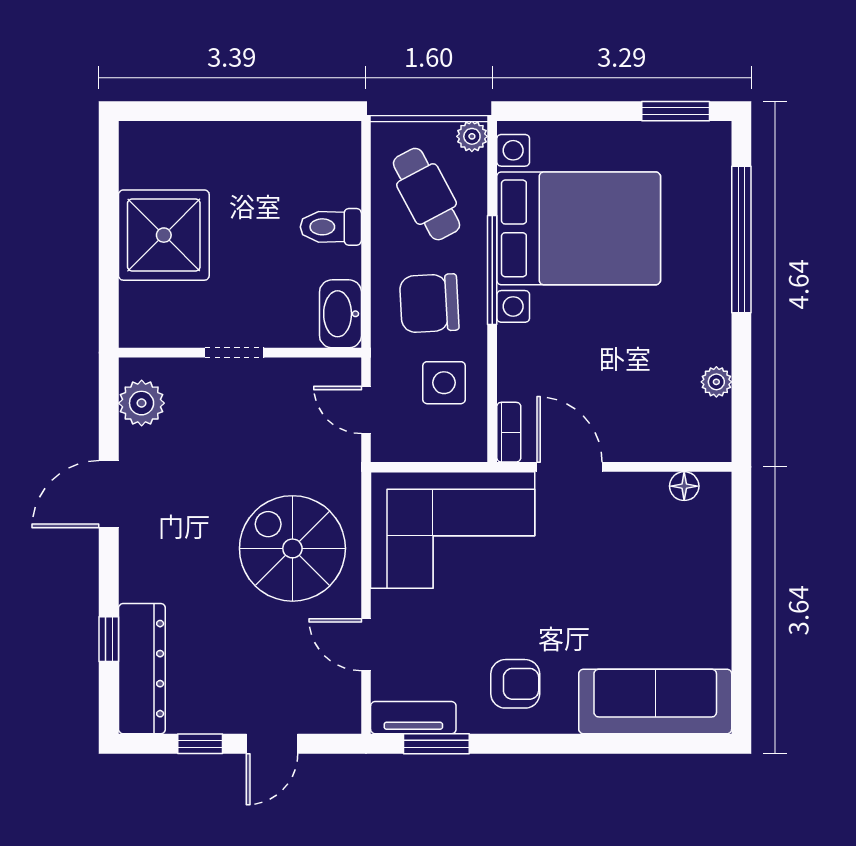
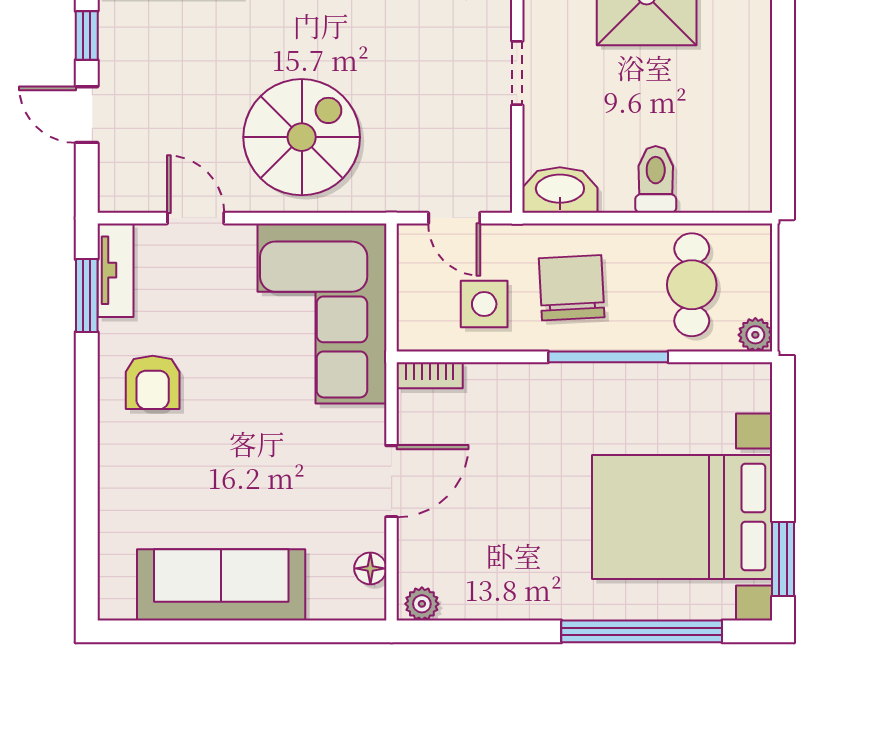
cafe table: (427, 194) -> (692, 285), turned -62
bed with nightstands: (579, 228) -> (682, 517), moved, turned 90
plant: (716, 382) -> (422, 604), moved
door: (366, 410) -> (454, 218), swing flipped
door: (570, 467) -> (392, 481), moved
door: (366, 645) -> (196, 218), hinge flipped
sofa: (655, 701) -> (221, 585), moved, turned -90

